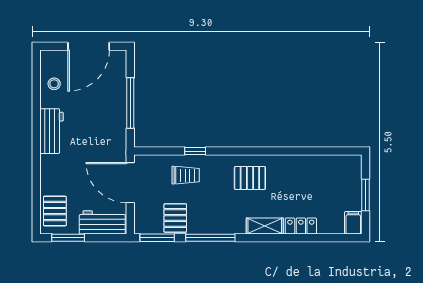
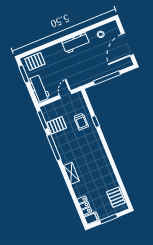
door: (89, 46) -> (127, 44), hinge flipped
pallet: (250, 178) -> (116, 197), moved
door: (130, 183) -> (66, 95), width x0.53
locker: (301, 226) -> (84, 205), moved

